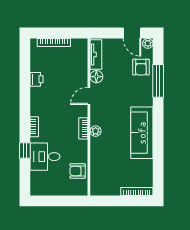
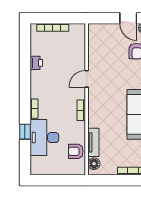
tv unit: (96, 54) -> (93, 142), moved
floor lamp: (96, 77) -> (94, 164), moved
plant: (96, 131) -> (93, 113), removed
desk: (45, 157) -> (44, 138), width x1.37

